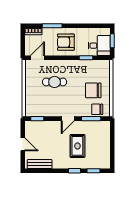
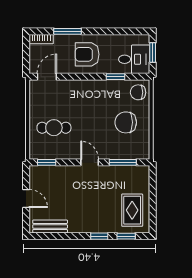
cafe table: (55, 82) -> (54, 128), moved
chair: (97, 109) -> (138, 92), moved
door: (68, 119) -> (90, 162), swing flipped
rug: (77, 146) -> (132, 210), moved

